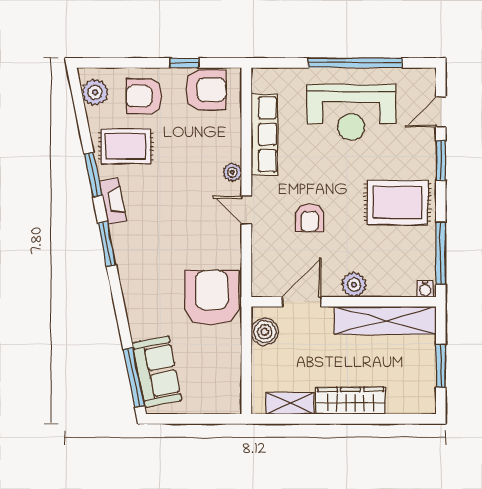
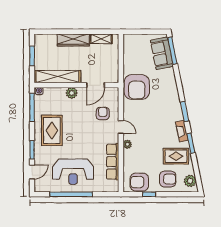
reception desk: (351, 112) -> (73, 172), turned 180
rug: (398, 203) -> (52, 130), turned 90
armchair: (310, 218) -> (103, 114), moved
boiler: (265, 332) -> (112, 71), removed

